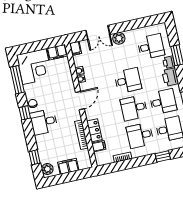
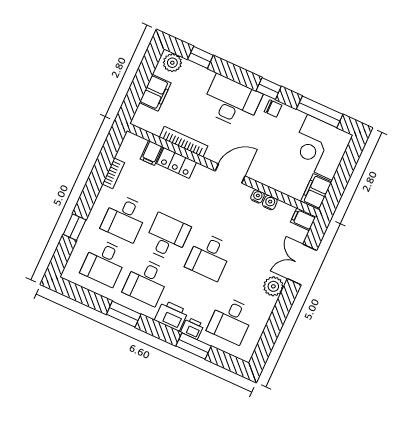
door: (80, 101) -> (230, 173), swing flipped
desk: (44, 122) -> (232, 102), width x1.37
desk: (140, 135) -> (125, 218), turned 180

